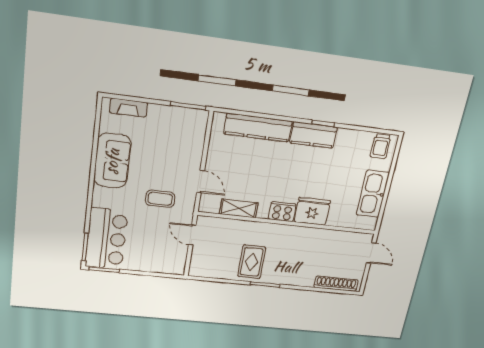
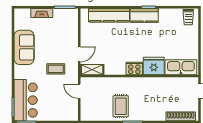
fireplace: (128, 108) -> (42, 13), moved
door: (201, 181) -> (79, 54), hinge flipped
kitchen sink: (373, 194) -> (181, 67), moved, turned 90
shelving: (239, 208) -> (92, 70), moved

